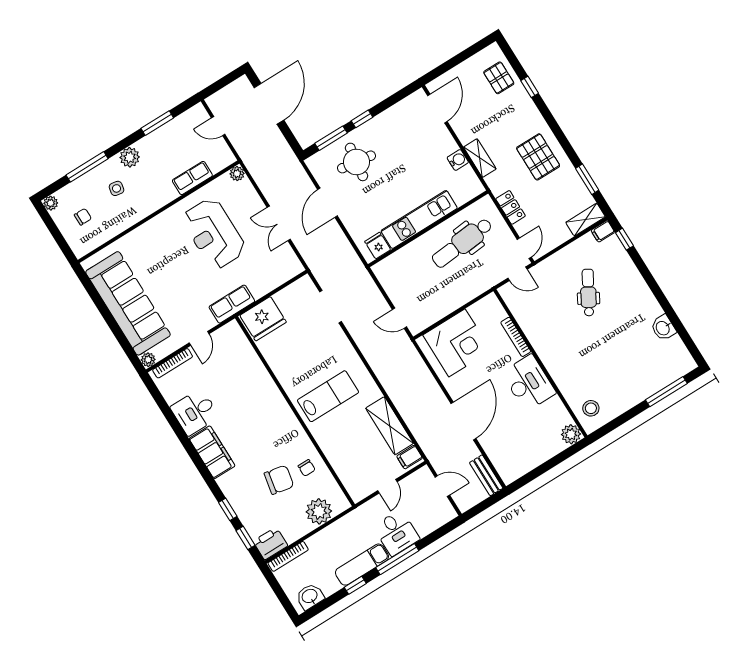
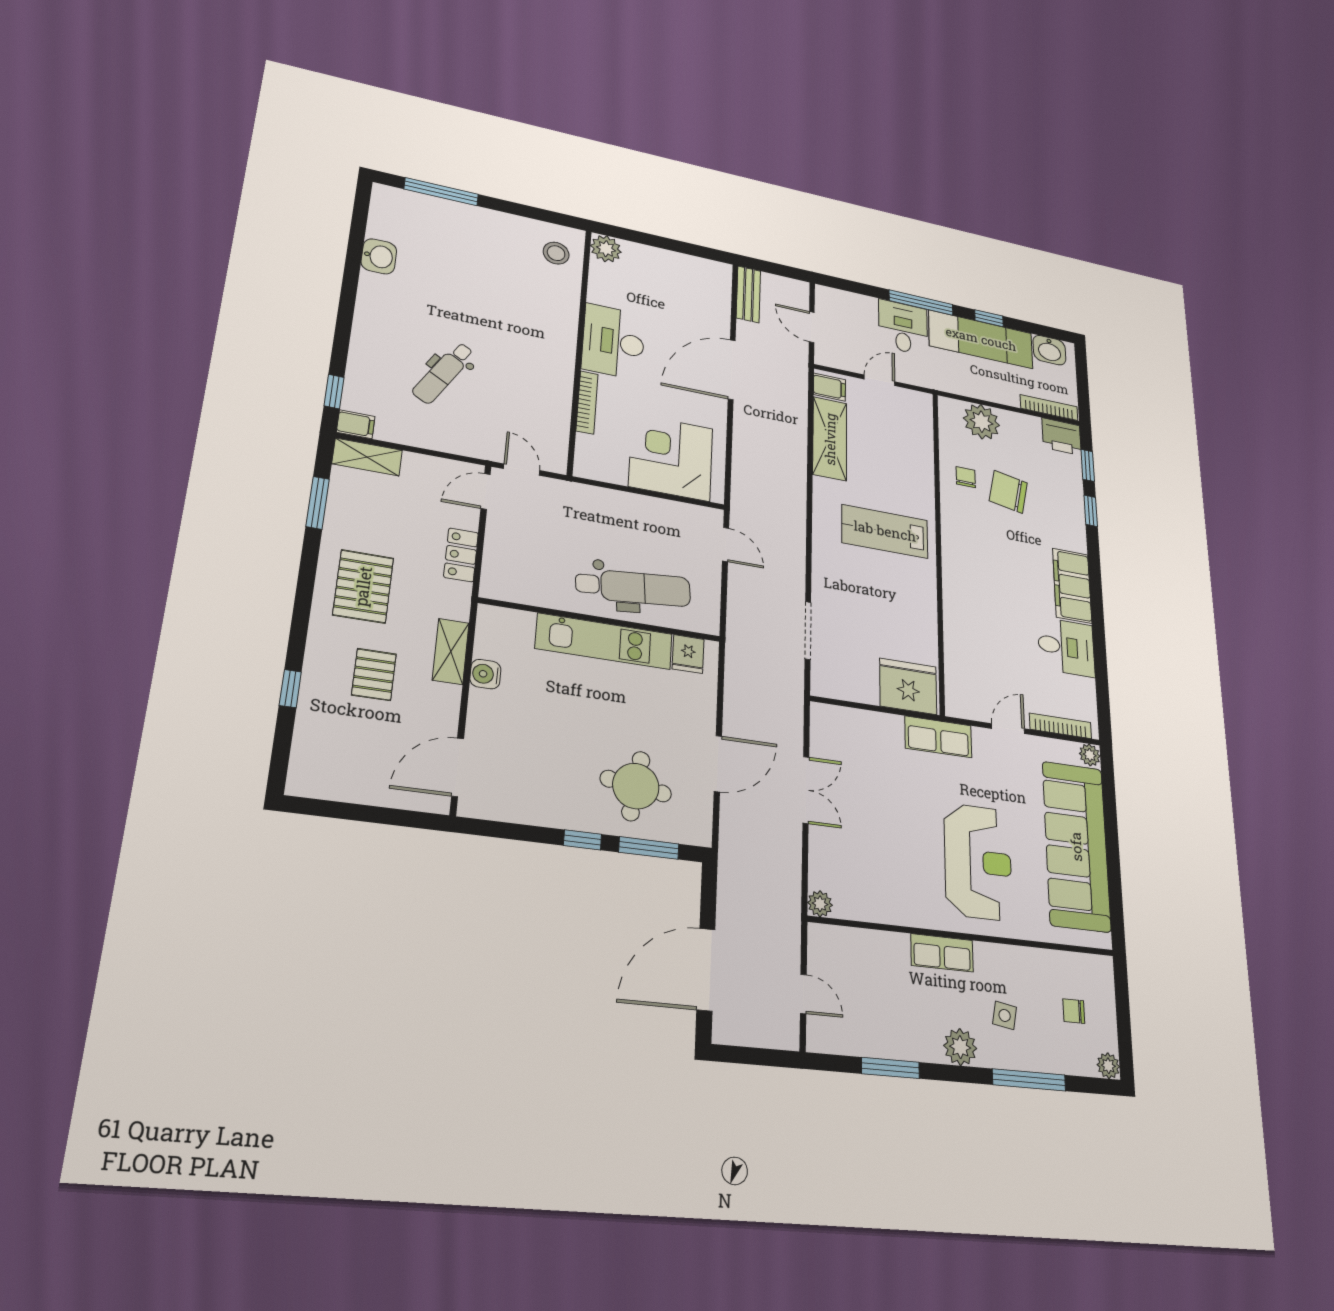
pallet: (499, 78) -> (374, 675), moved
row of seats: (192, 178) -> (942, 953), moved
reception desk: (214, 234) -> (978, 862), moved
dental chair: (462, 243) -> (633, 587), moved
exam couch: (362, 565) -> (981, 339), width x1.36, depth x1.45

